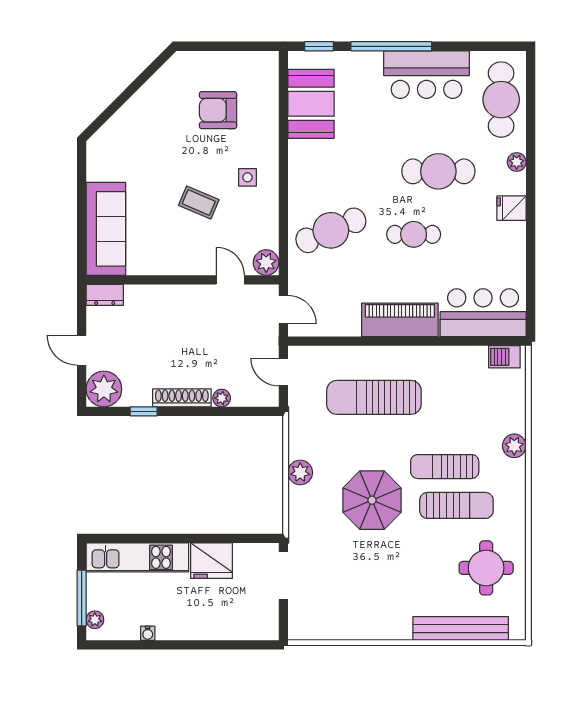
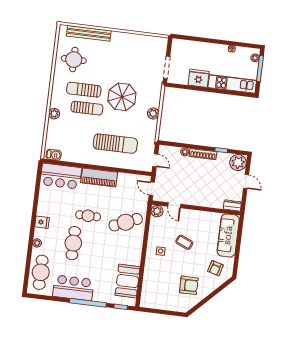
armchair: (218, 110) -> (189, 285), moved
armchair: (125, 155) -> (215, 268), added
cafe table: (438, 171) -> (73, 243), turned 90

